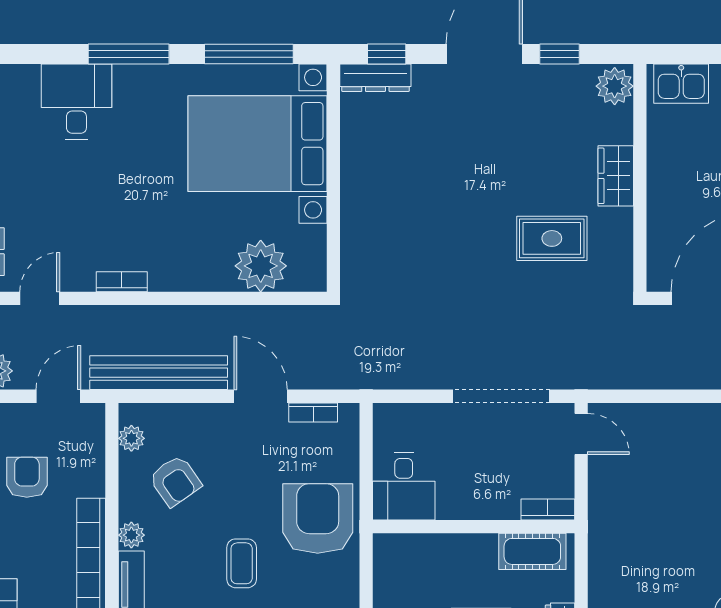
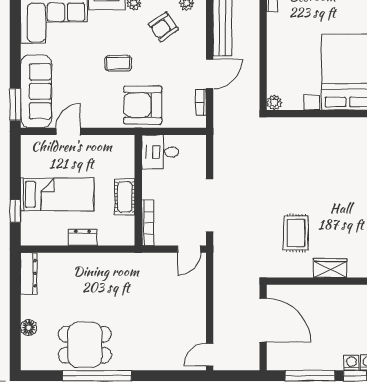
plant: (261, 266) -> (274, 102), moved, width x0.53, depth x0.53
bookcase: (548, 509) -> (148, 223), width x1.56
armchair: (318, 518) -> (143, 105), turned 180
cot: (532, 551) -> (125, 197), moved

